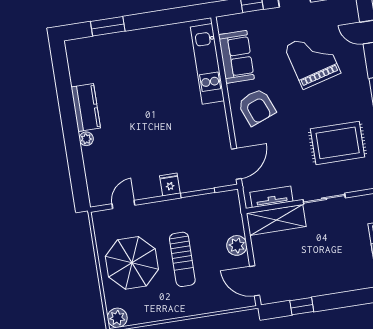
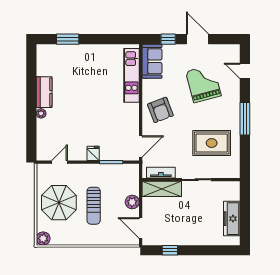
sofa: (236, 57) -> (152, 61), moved

